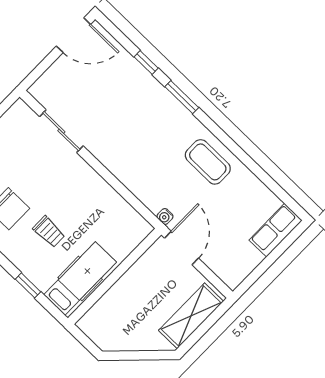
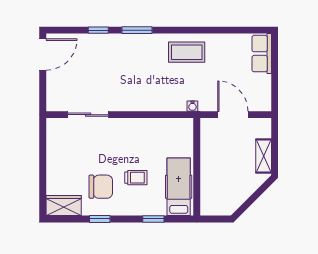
door: (182, 248) -> (233, 115), moved
shelving: (191, 316) -> (264, 156), width x0.67, depth x0.75

